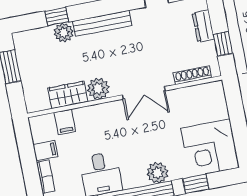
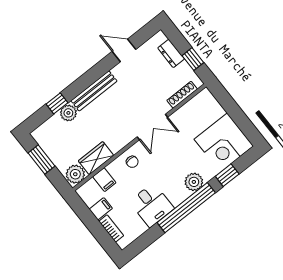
plant: (98, 89) -> (75, 174), moved
chair: (104, 118) -> (132, 162), added

